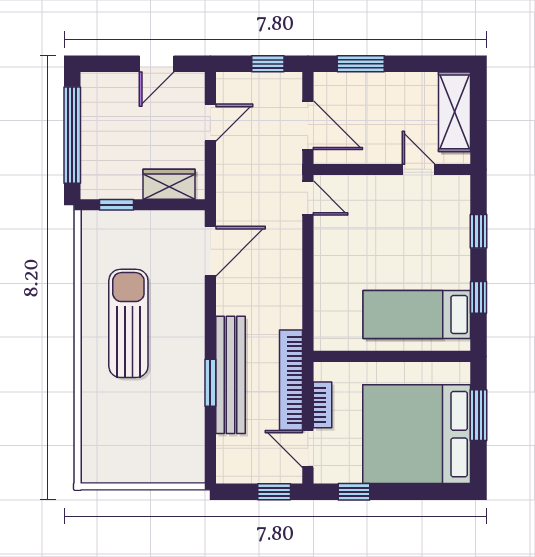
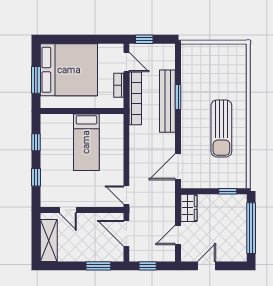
wardrobe: (169, 184) -> (189, 208), moved, turned -90
bed: (417, 314) -> (86, 142), moved, turned 90
window: (354, 492) -> (102, 39), removed

